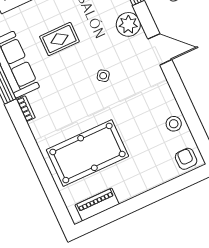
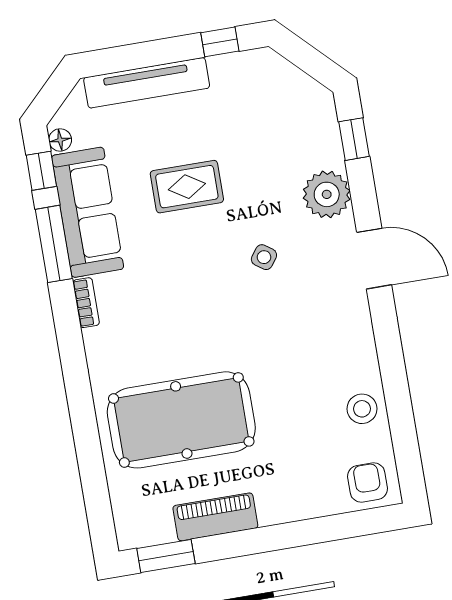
side table: (103, 76) -> (264, 257), moved
piano: (97, 205) -> (215, 517), moved
window: (98, 221) -> (166, 556), added

